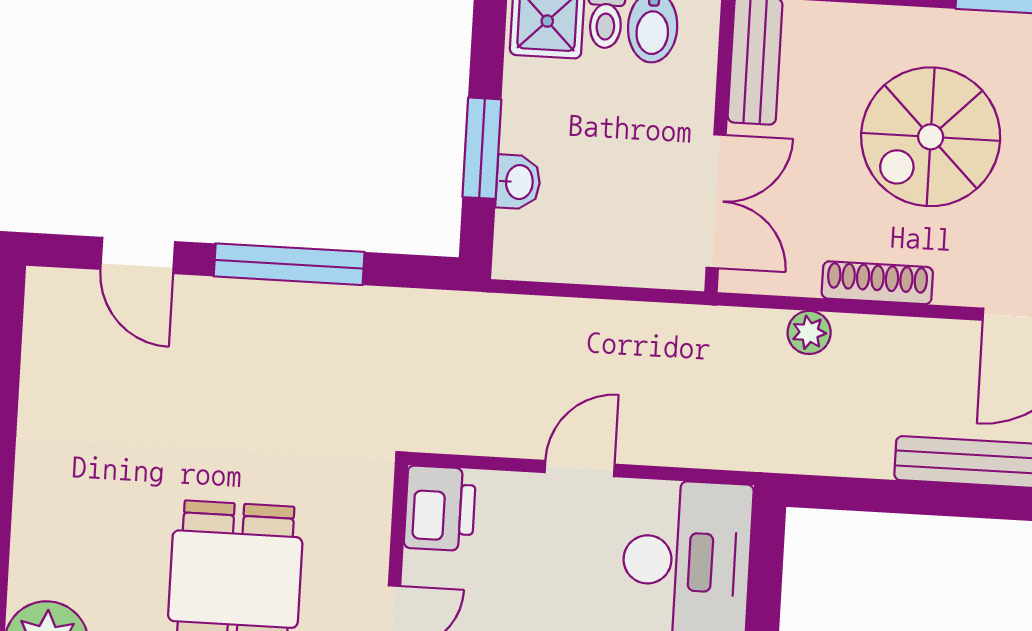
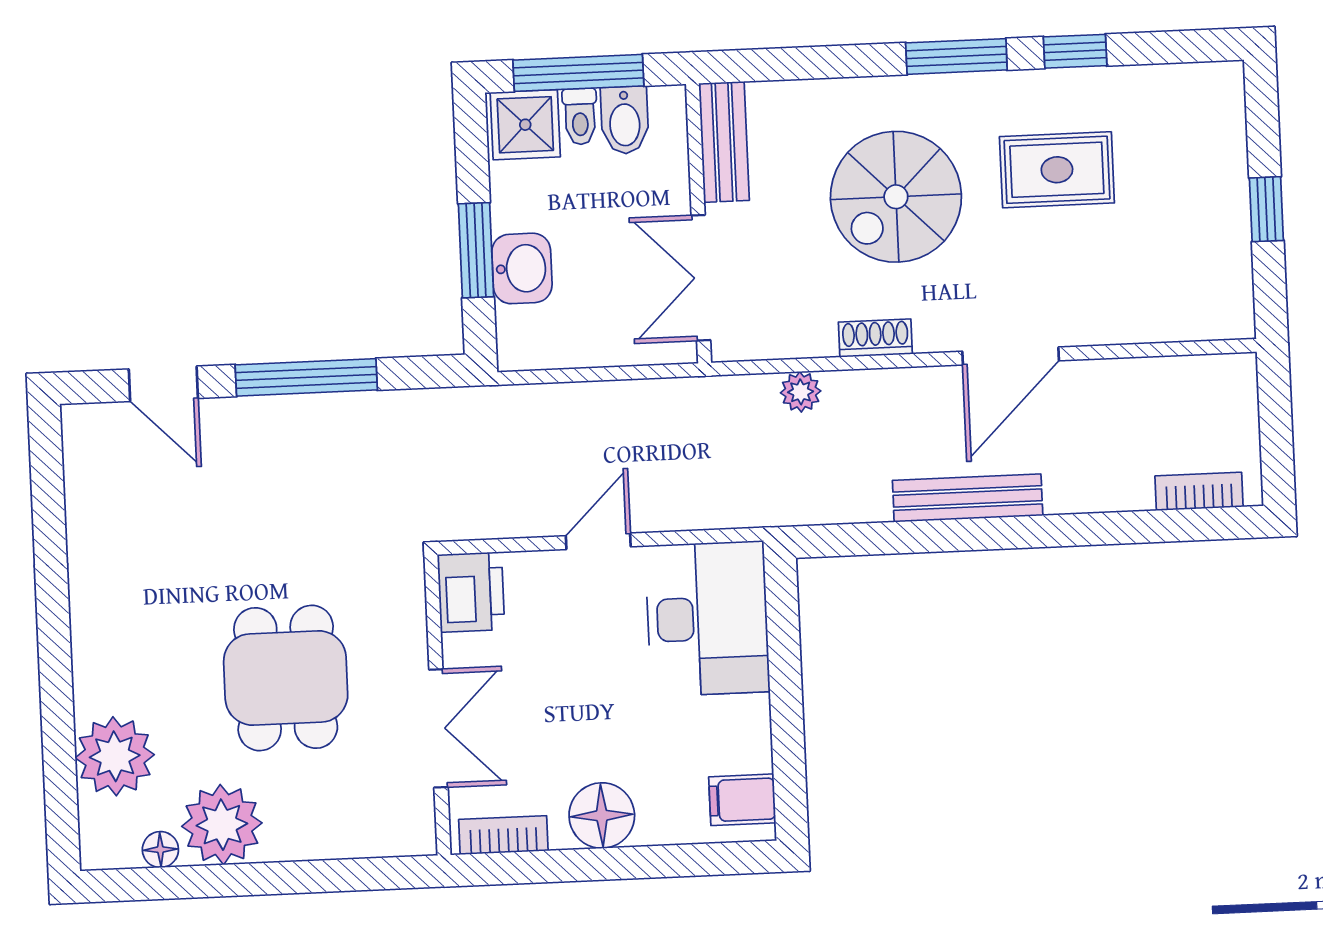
washbasin: (518, 182) -> (522, 268), width x1.38, depth x1.45
double door: (716, 201) -> (701, 278), swing flipped
shoe rack: (877, 283) -> (875, 338), width x0.70

